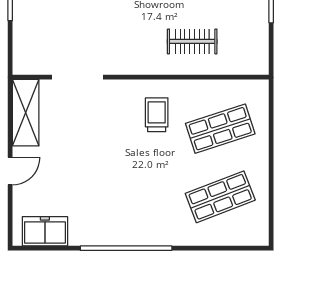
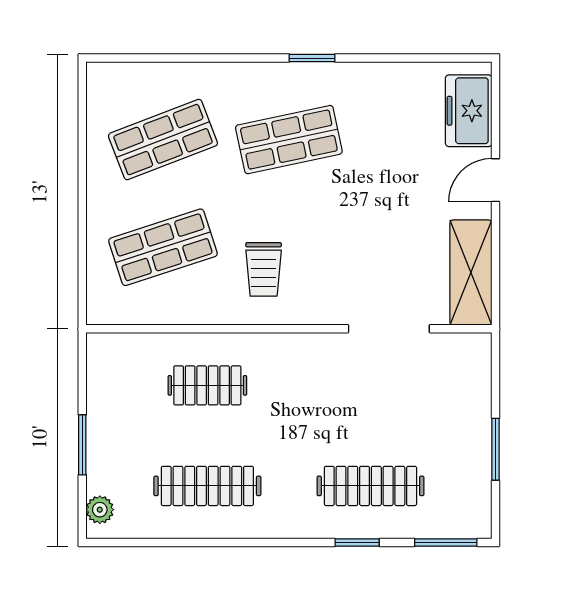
shop shelf: (141, 197) -> (289, 140), added
freezer: (45, 231) -> (469, 111), moved, turned 90
window: (126, 248) -> (312, 58), width x0.32

